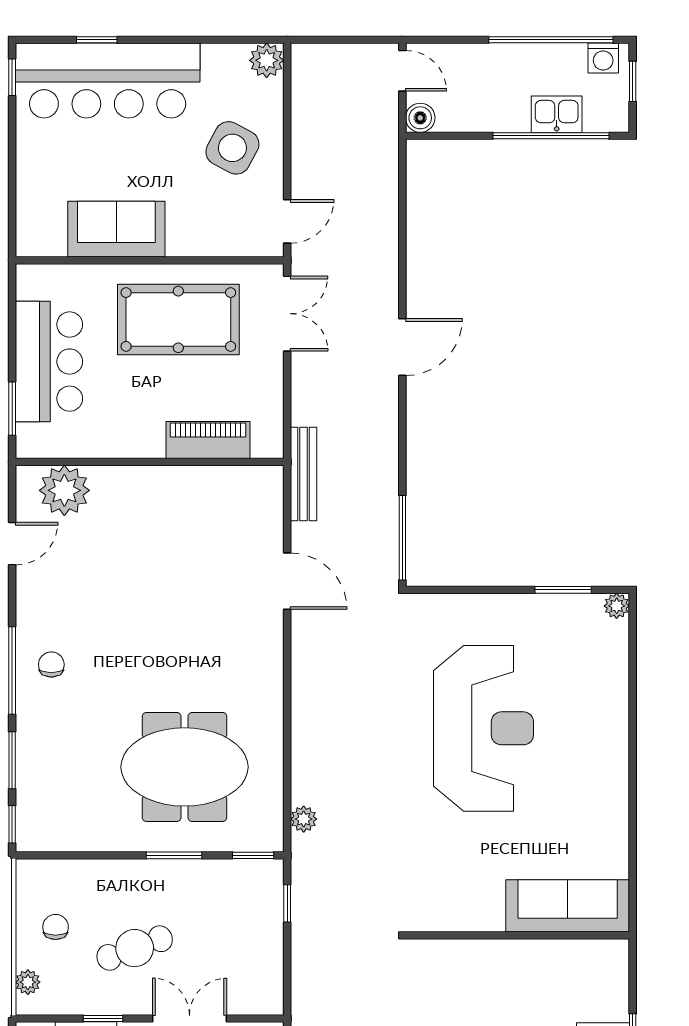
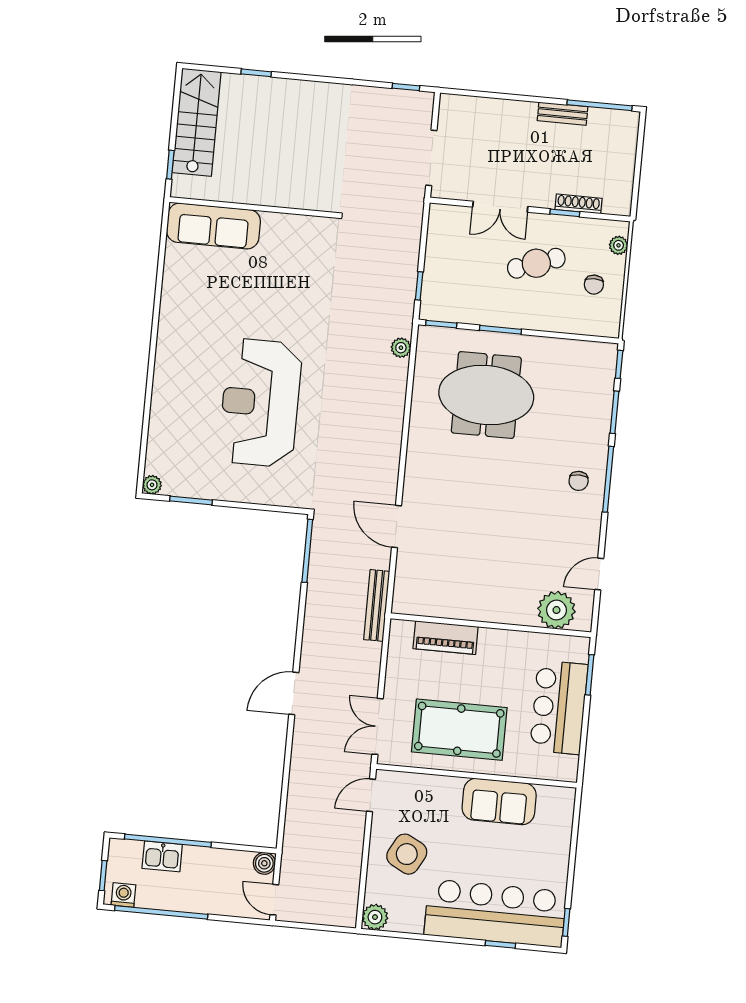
sofa: (568, 906) -> (213, 226), moved
wall: (517, 935) -> (253, 207), moved

